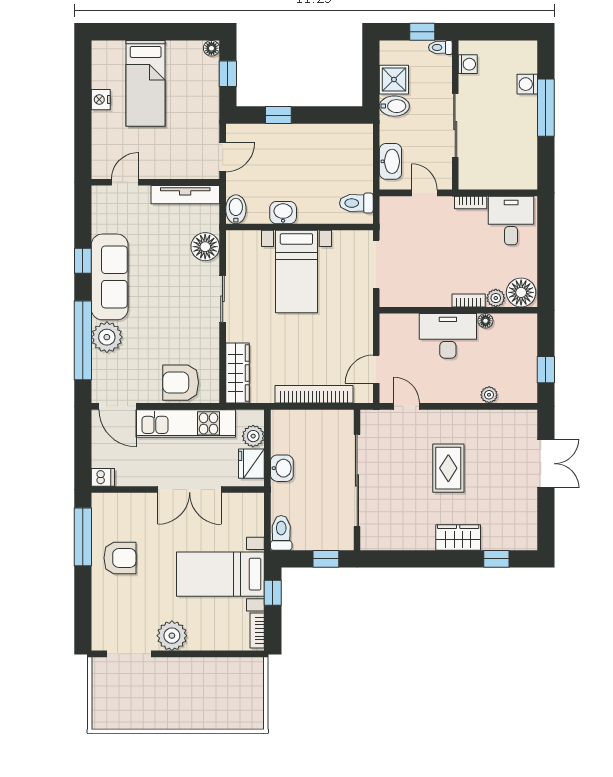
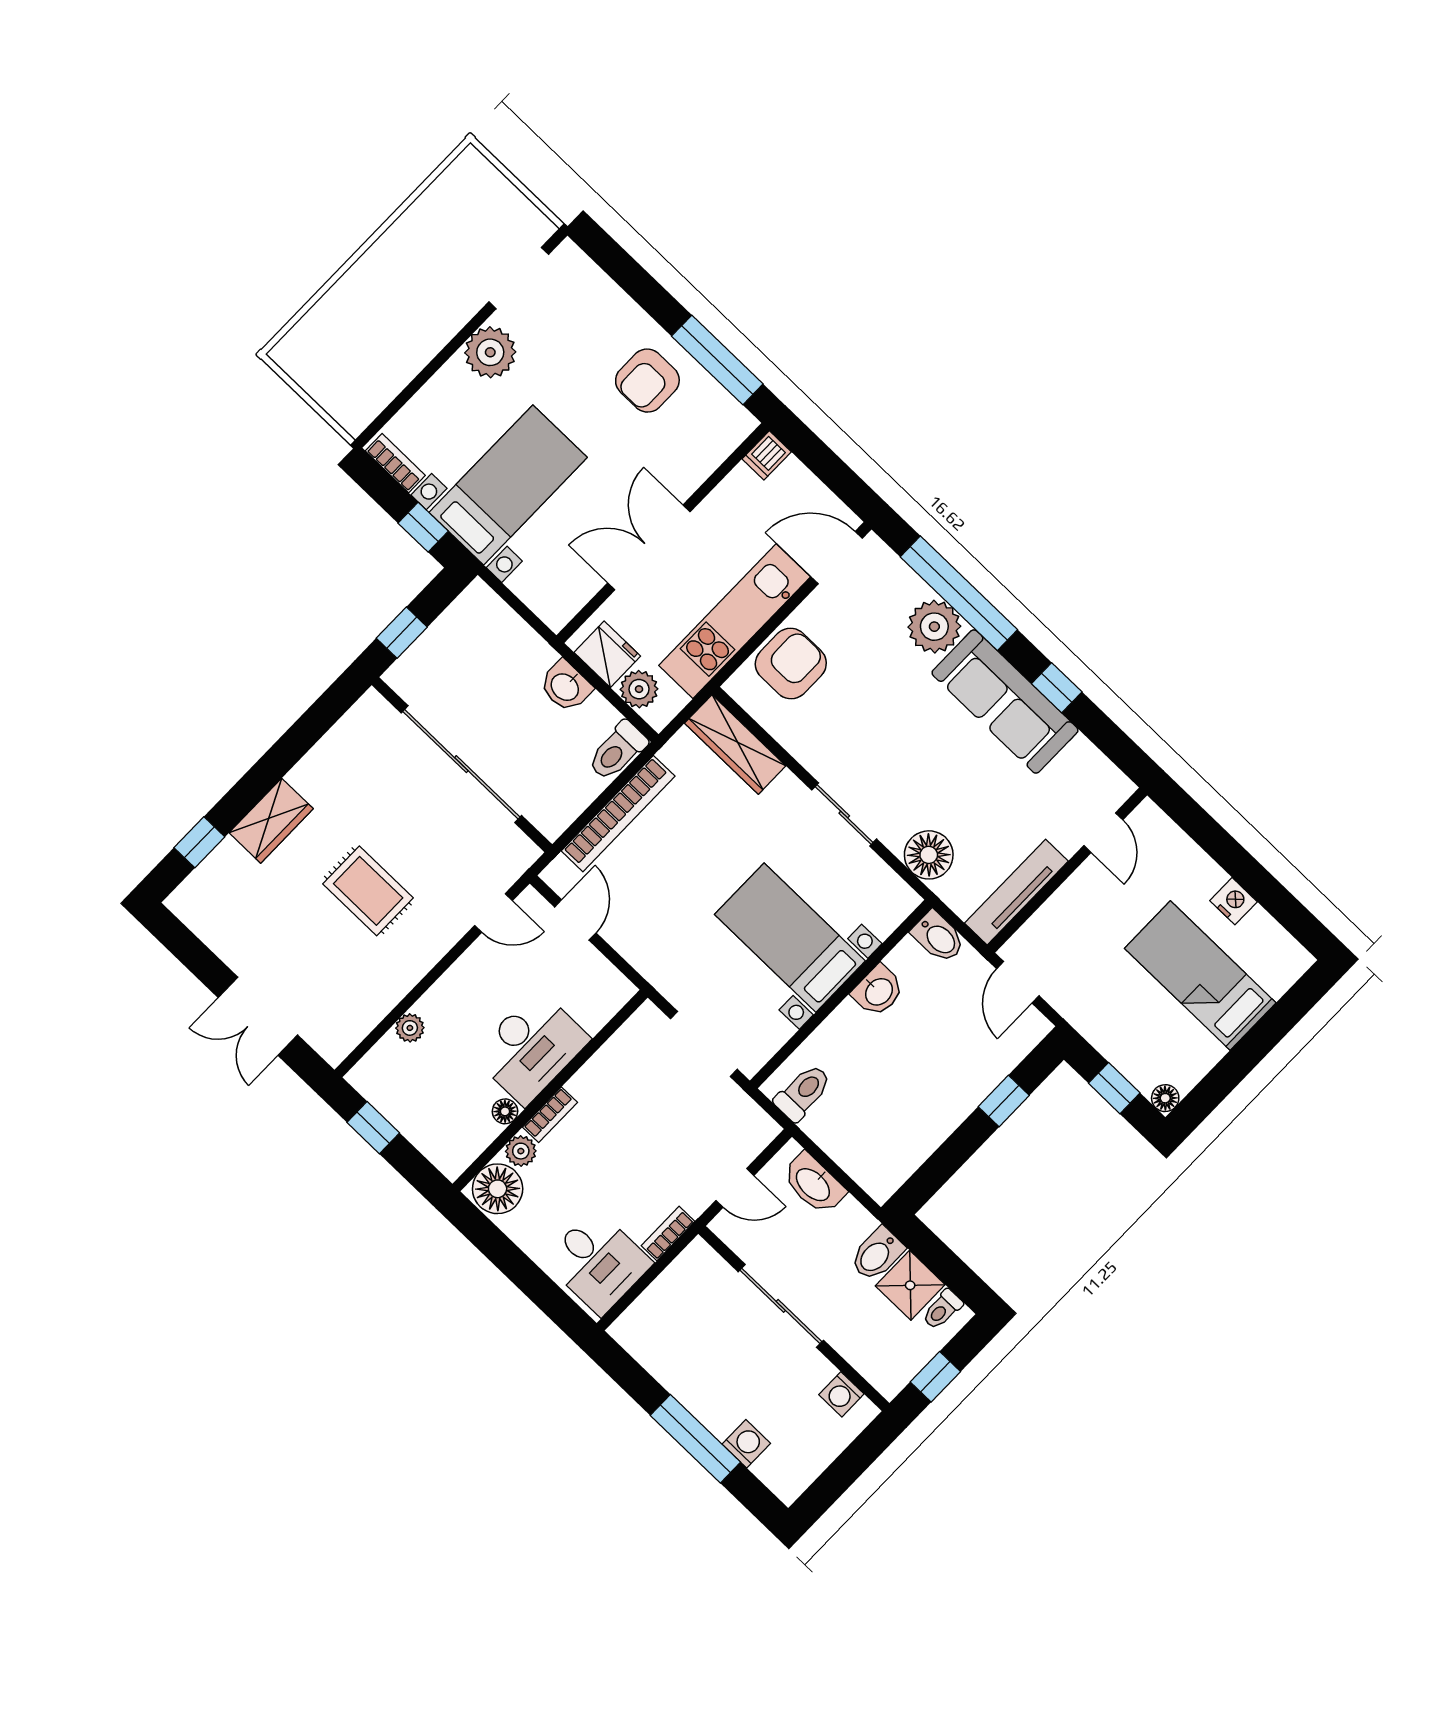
toilet: (440, 47) -> (942, 1310), moved, turned 180
toilet: (281, 533) -> (617, 751), moved, turned 90

